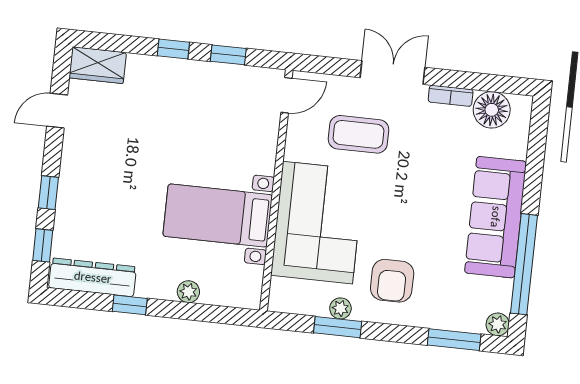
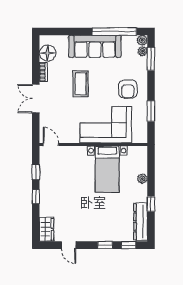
coffee table: (359, 134) -> (81, 84), moved
armchair: (392, 281) -> (128, 89), turned 90
plant: (340, 308) -> (143, 51), moved

